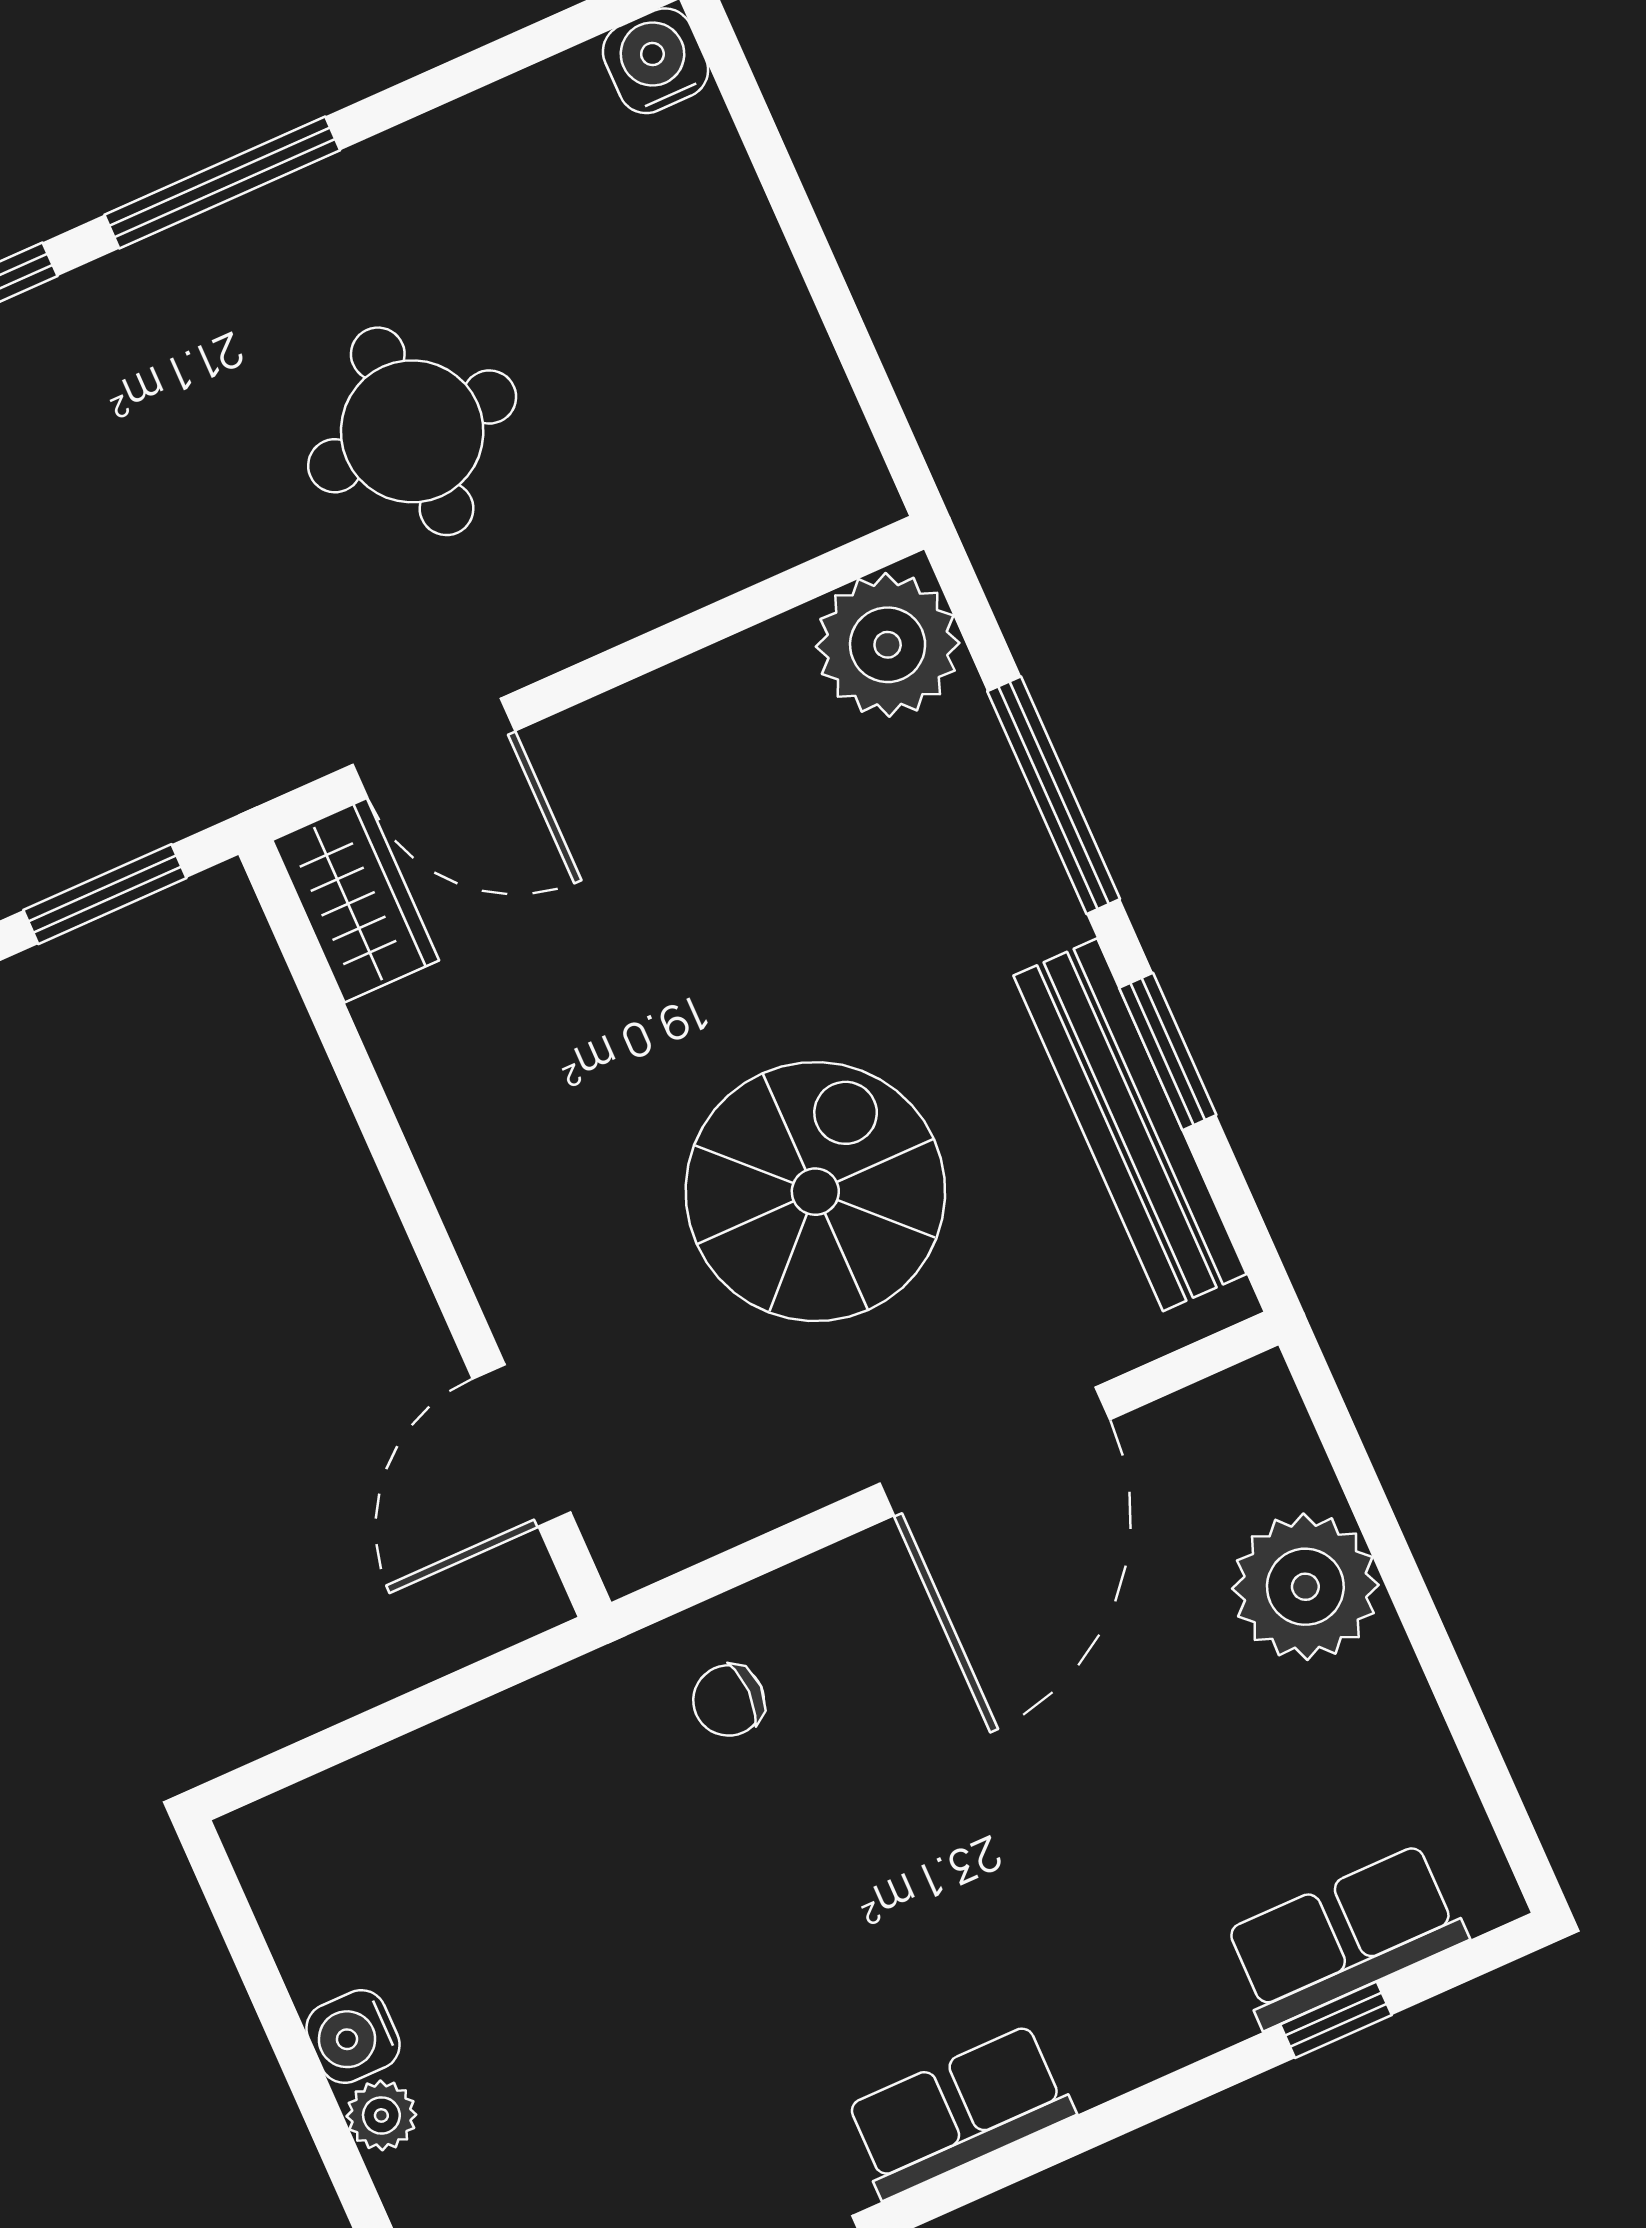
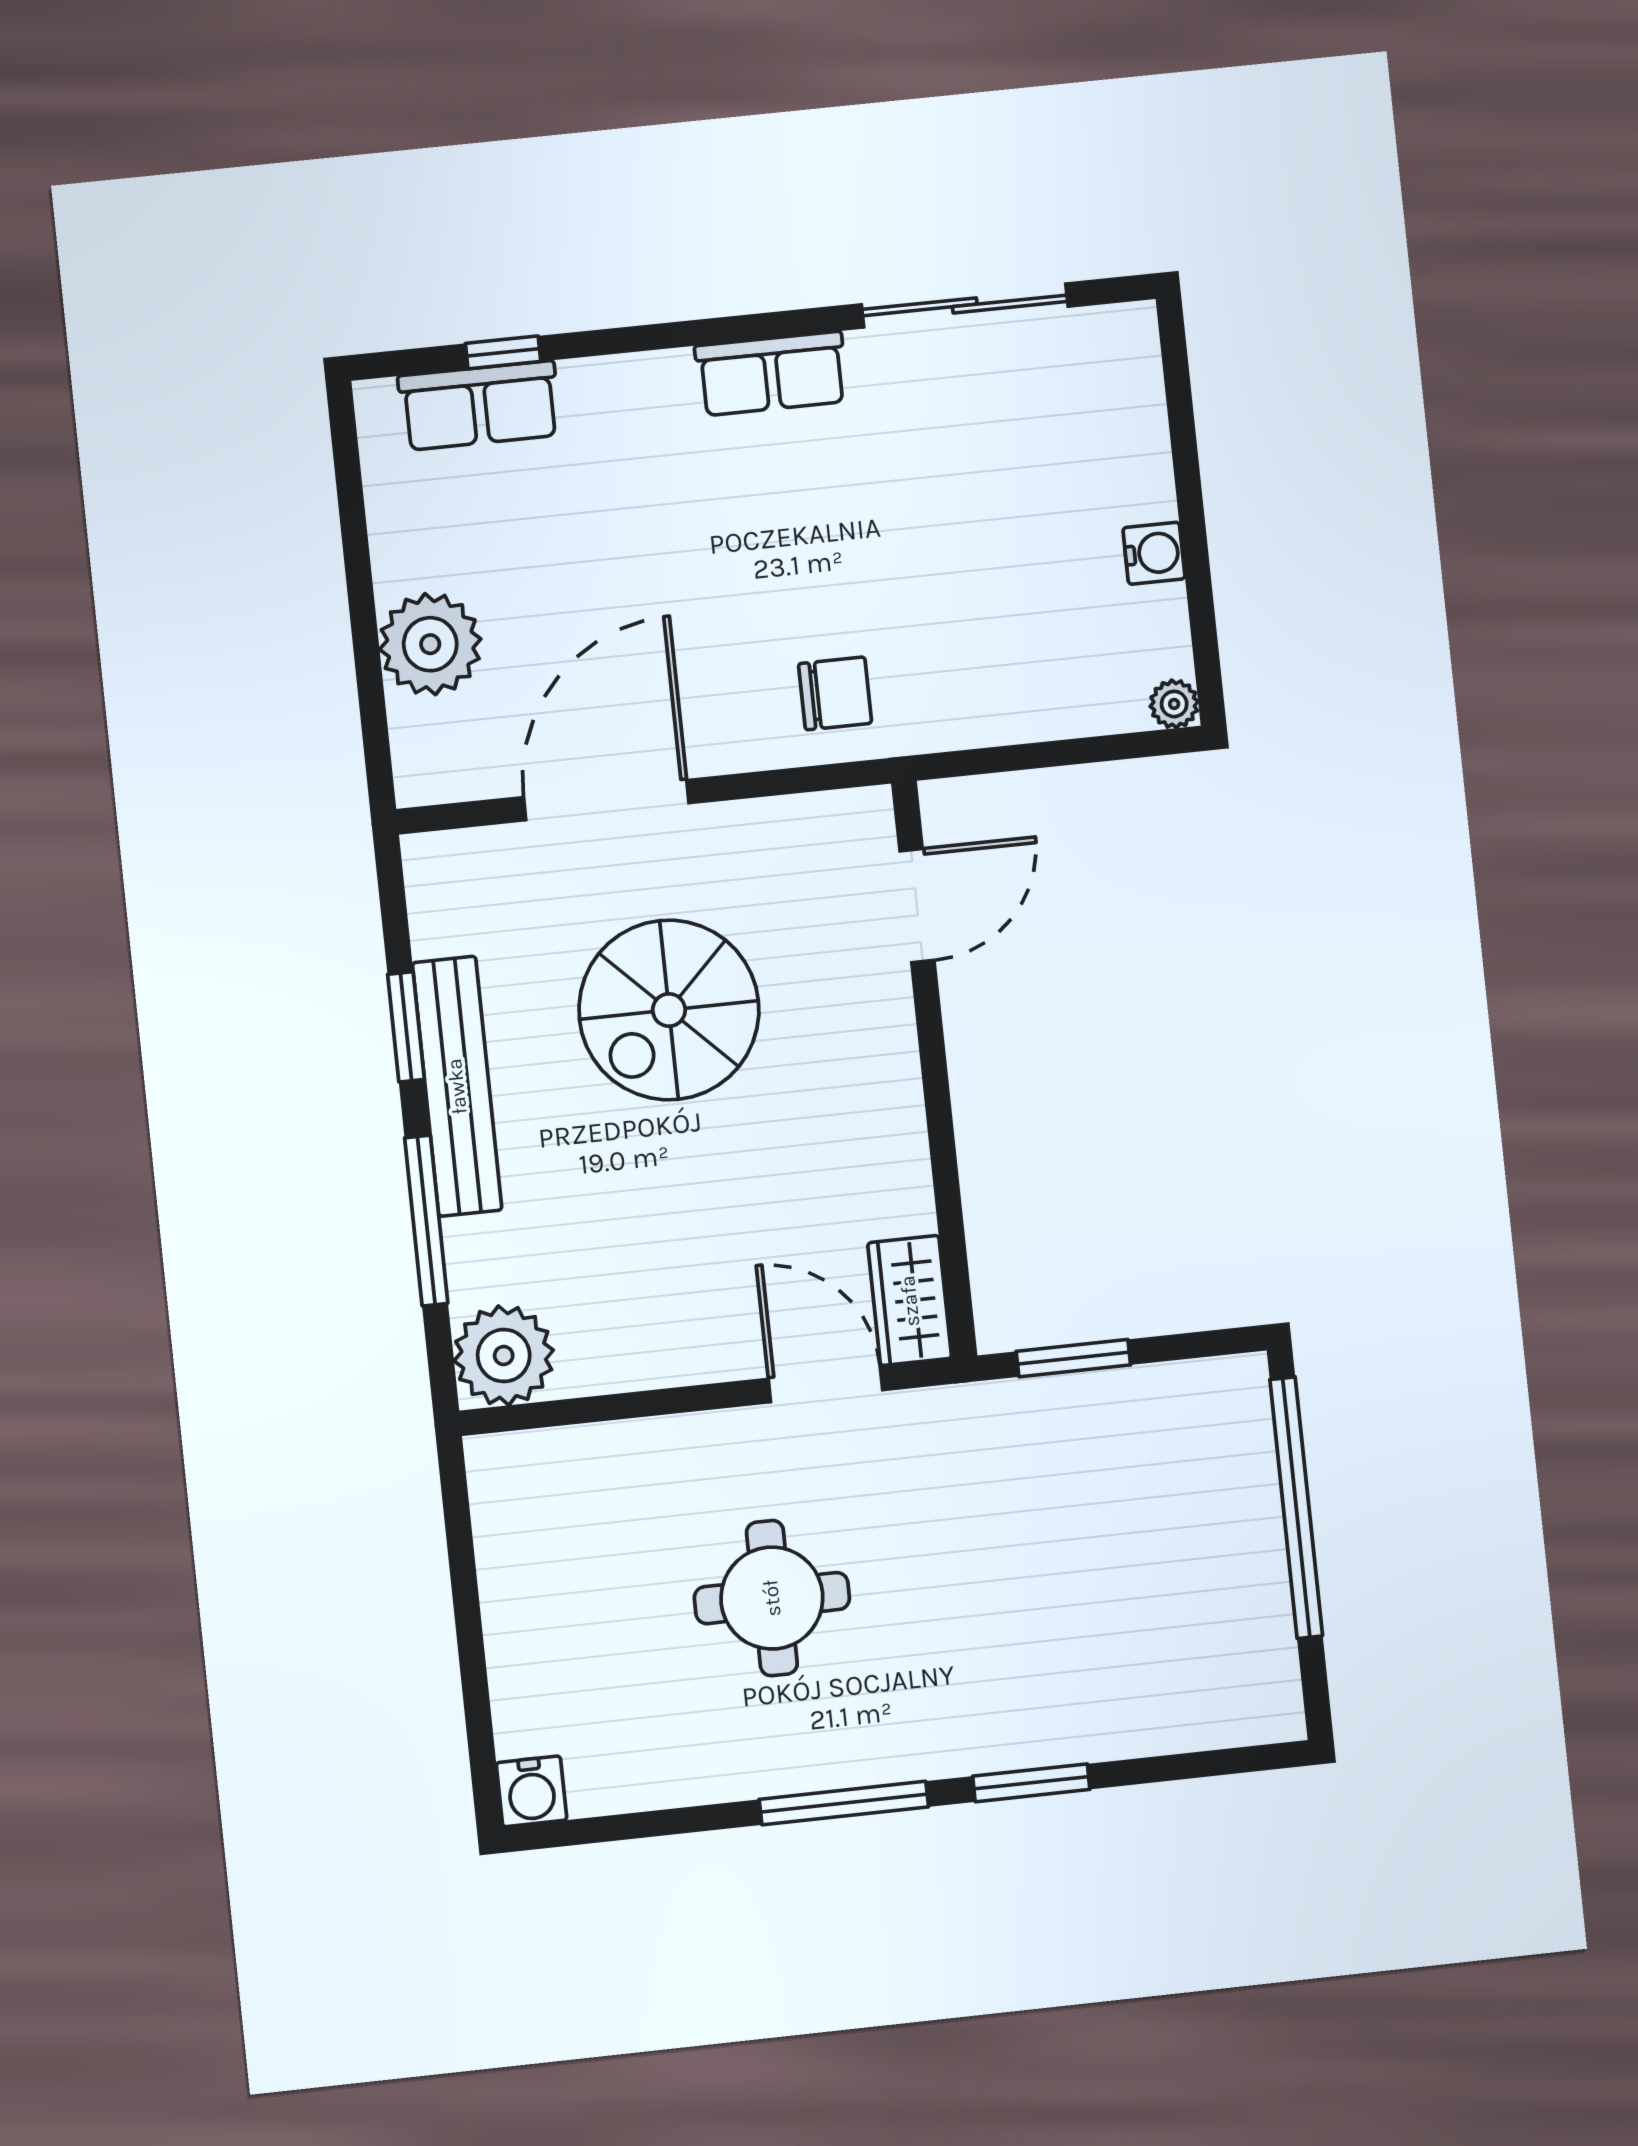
bench: (1130, 1125) -> (457, 1086), moved
chair: (729, 1700) -> (835, 693), width x1.37, depth x1.37
plant: (381, 2115) -> (1174, 704), moved

